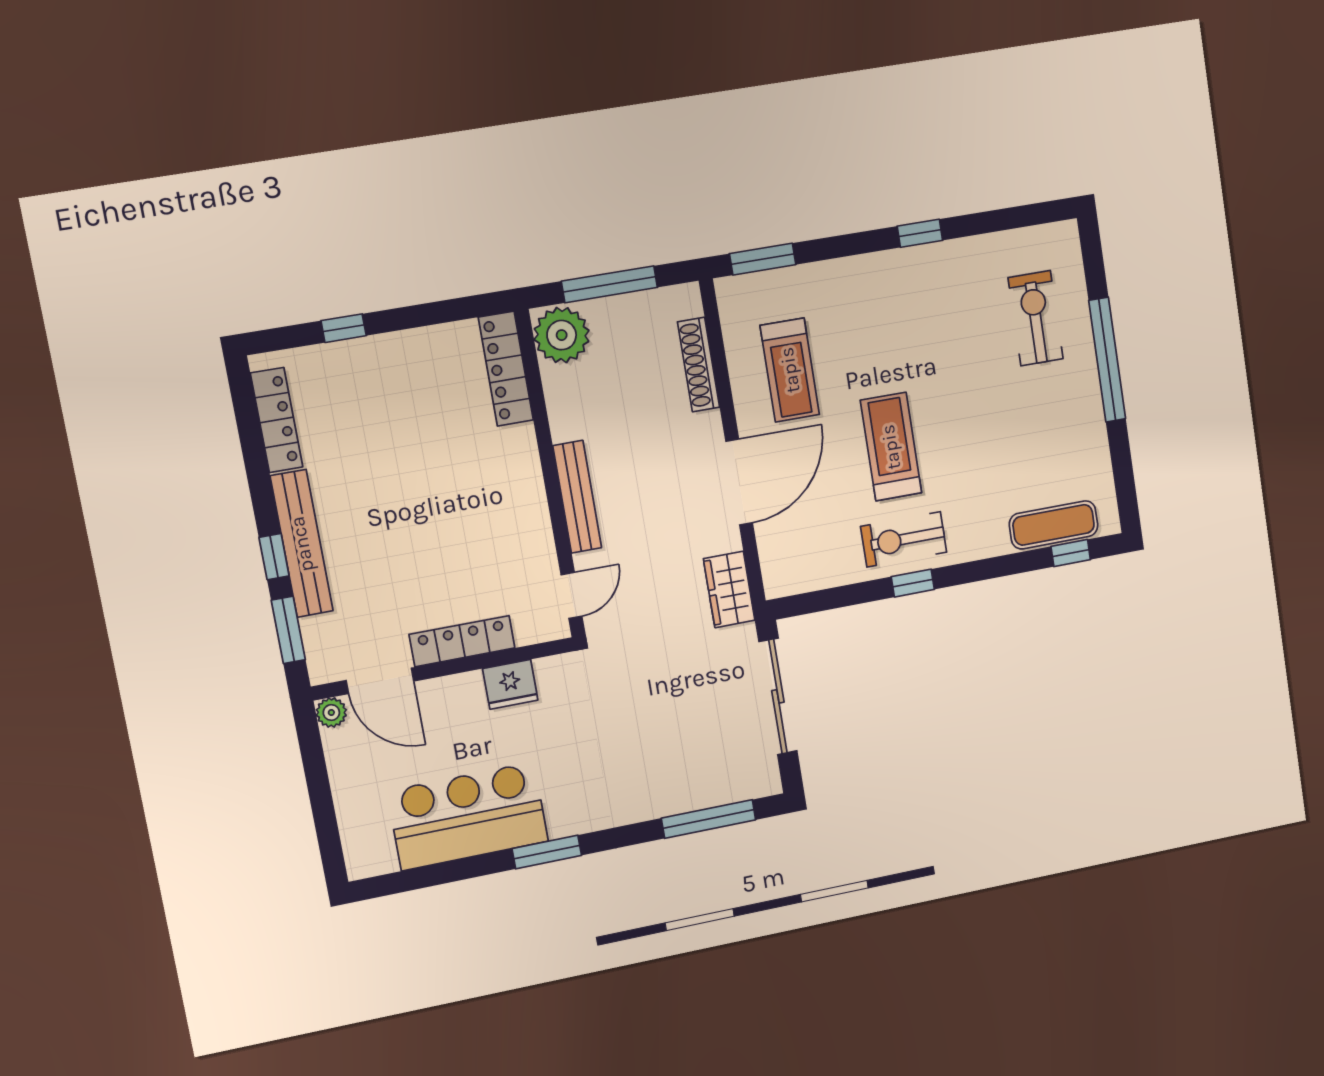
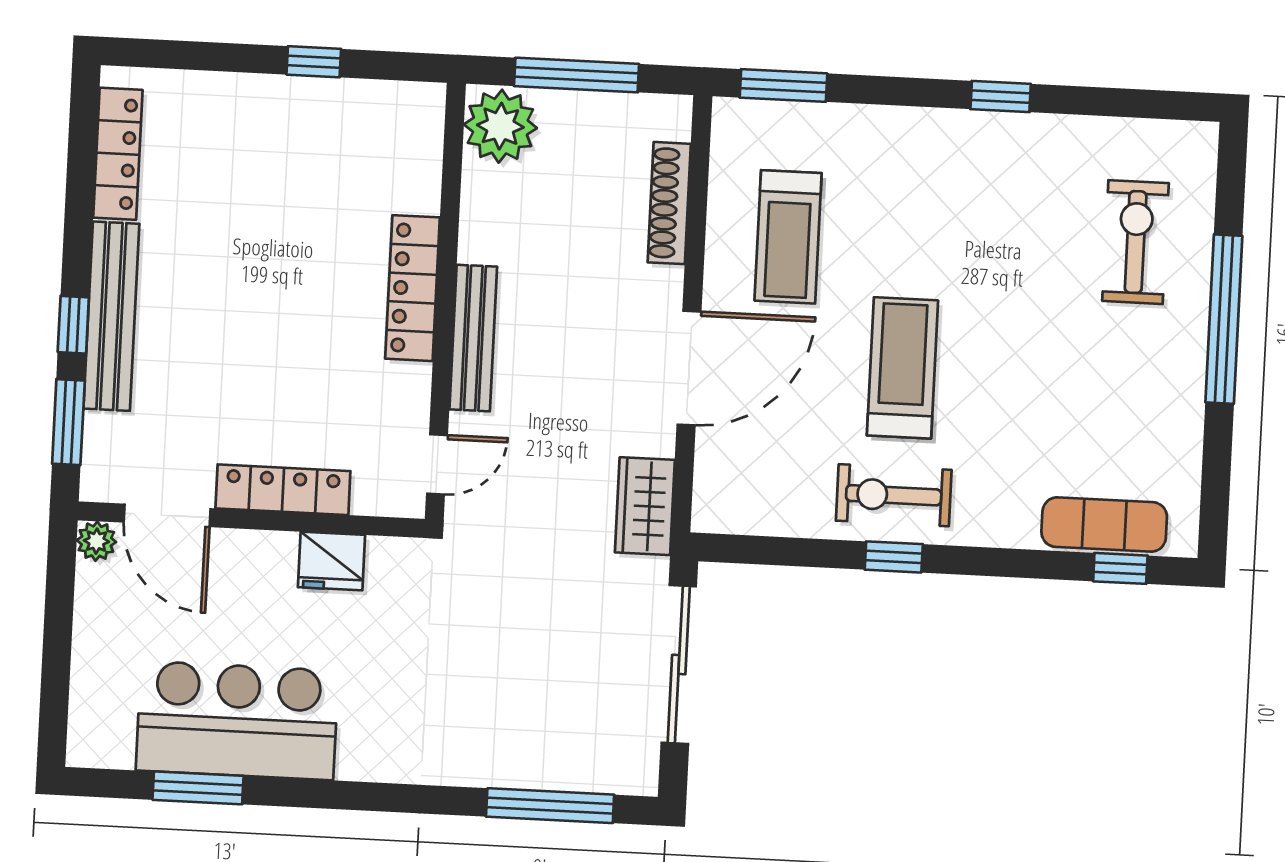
window: (344, 328) -> (314, 62), moved
locker: (506, 369) -> (413, 288), moved
window: (547, 852) -> (198, 788), moved

